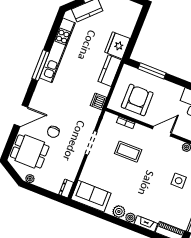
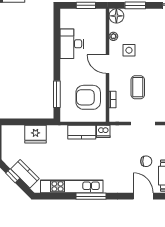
fridge: (117, 45) -> (36, 134), moved
kitchen counter: (110, 71) -> (82, 132), moved
side table: (179, 181) -> (129, 50), moved

